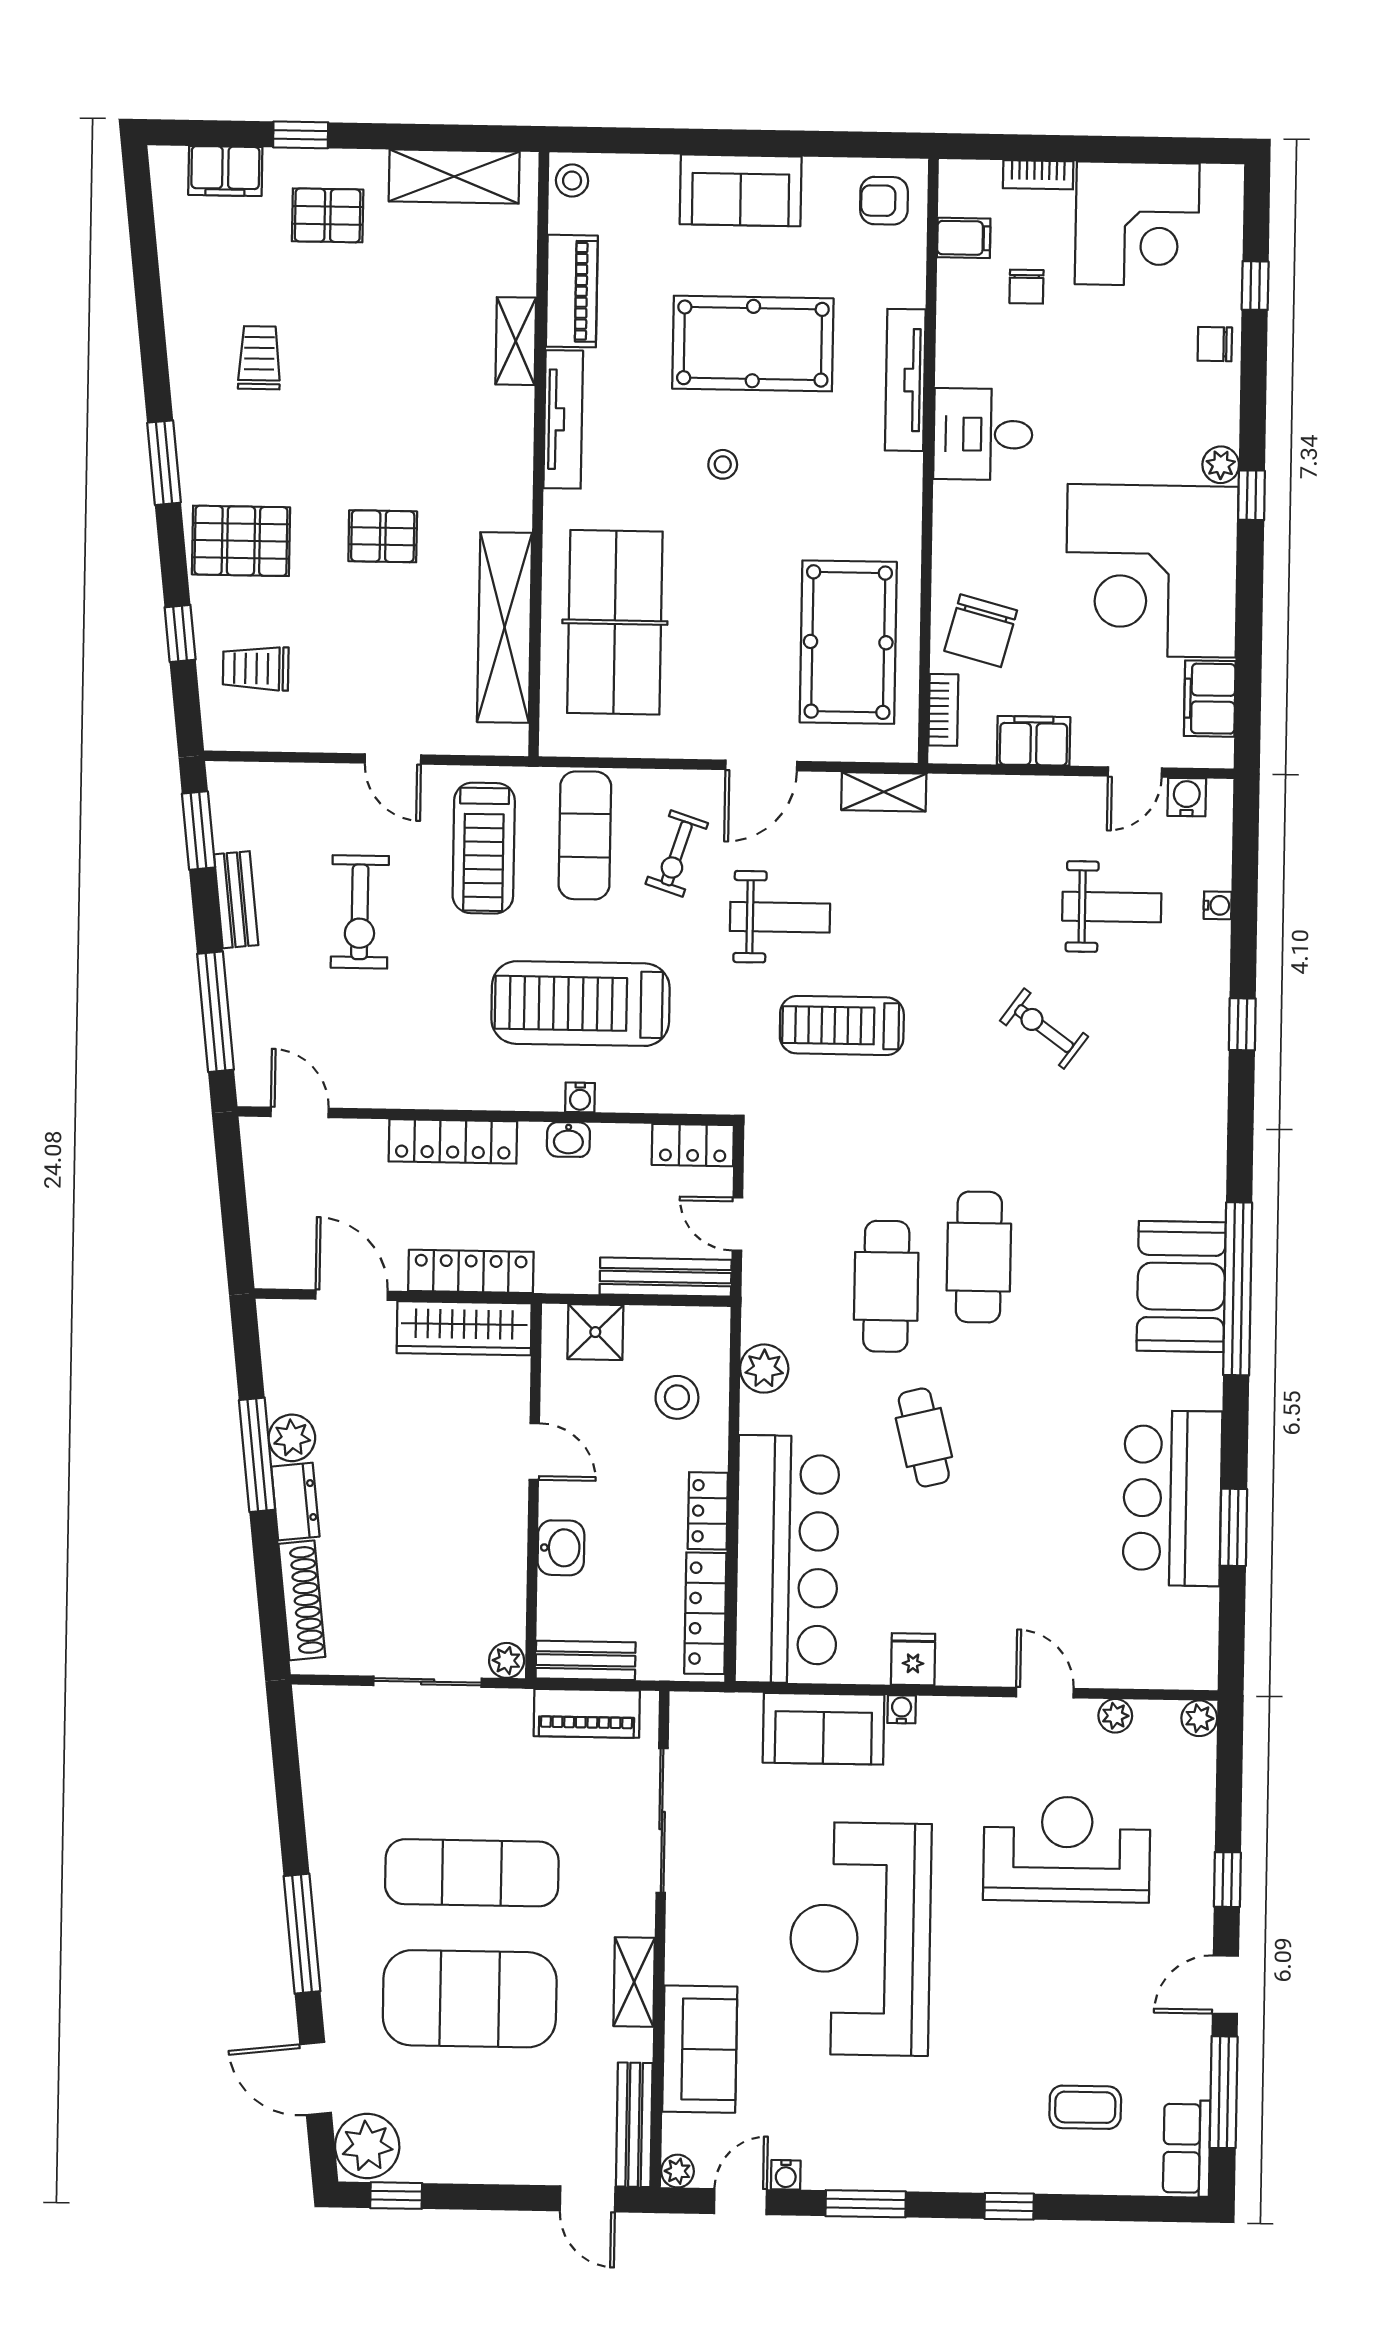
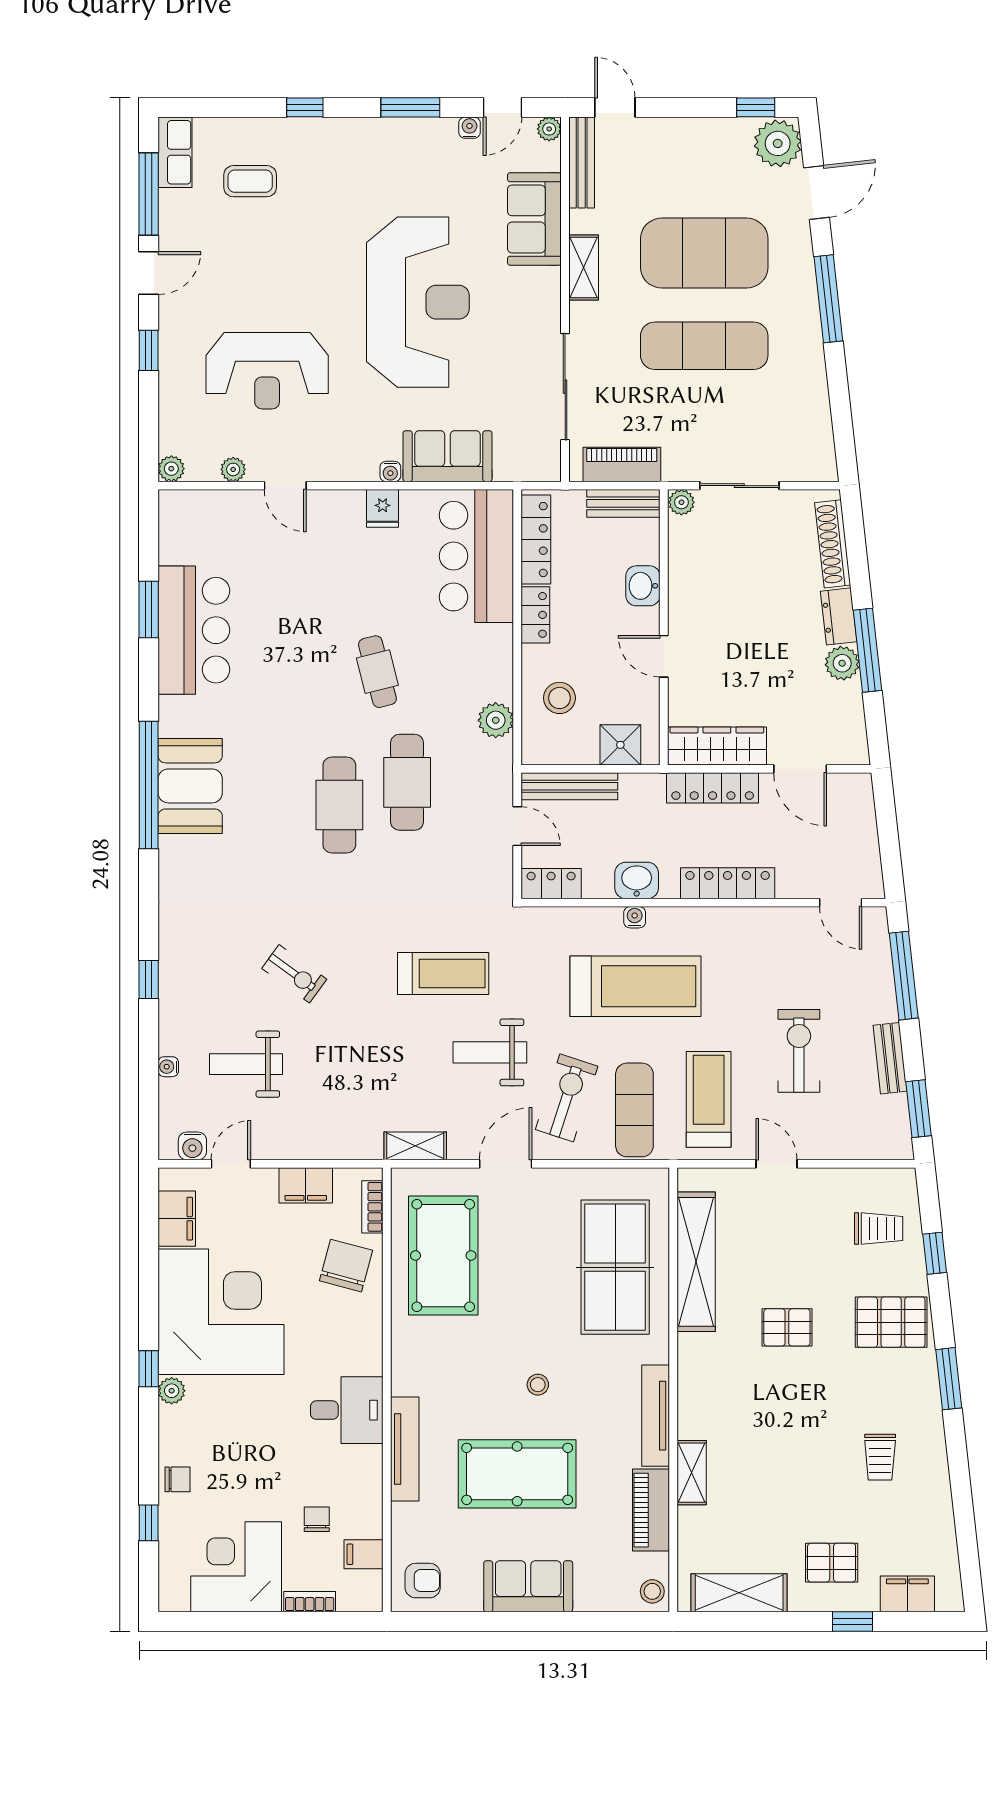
exercise bike: (677, 853) -> (567, 1098), width x1.38, depth x1.39
washbasin: (568, 1140) -> (637, 880), width x1.38, depth x1.45
bar counter: (787, 1559) -> (476, 556), width x0.73
door: (316, 2078) -> (817, 192), hinge flipped

